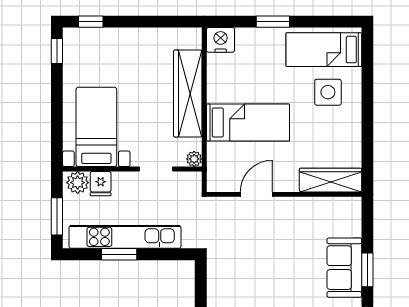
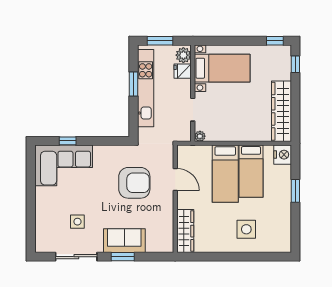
bed: (324, 50) -> (251, 171), moved, turned 180
wardrobe: (188, 94) -> (281, 111), moved, turned -90
armchair: (261, 253) -> (134, 183), added

